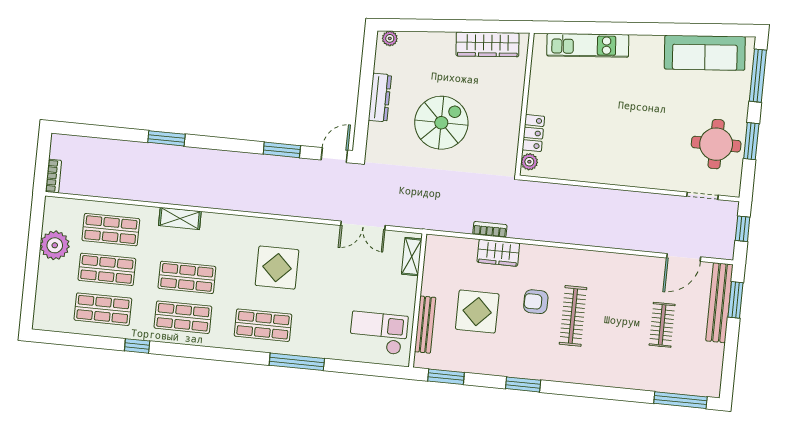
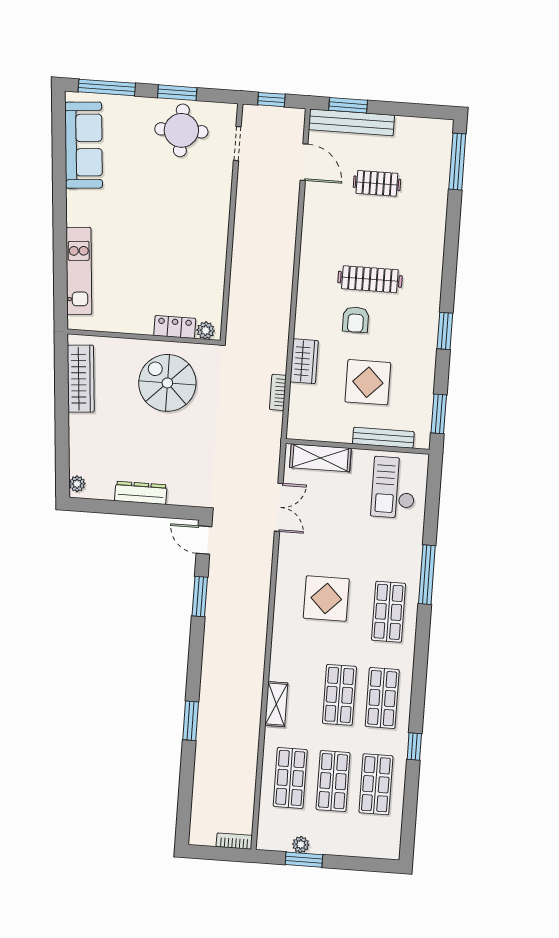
spiral stairs: (441, 123) -> (167, 383), moved
bookcase: (490, 229) -> (278, 392), moved
window: (34, 240) -> (304, 860), added
plant: (55, 245) -> (301, 845), width x0.53, depth x0.53
shelving: (412, 257) -> (320, 458), width x1.50, depth x1.33

